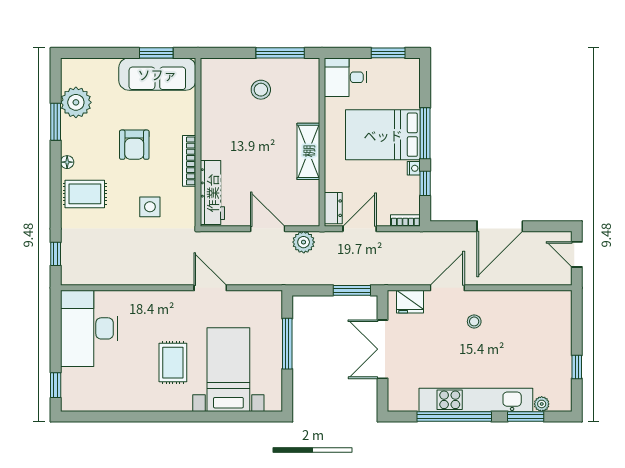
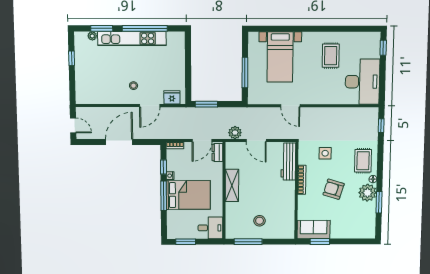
sofa: (157, 74) -> (314, 229), width x0.73
plant: (76, 102) -> (367, 193), moved
armchair: (134, 145) -> (334, 189), turned -73
rug: (85, 194) -> (363, 161), turned 90
double door: (383, 349) -> (188, 69), removed
rug: (173, 363) -> (331, 56), moved

